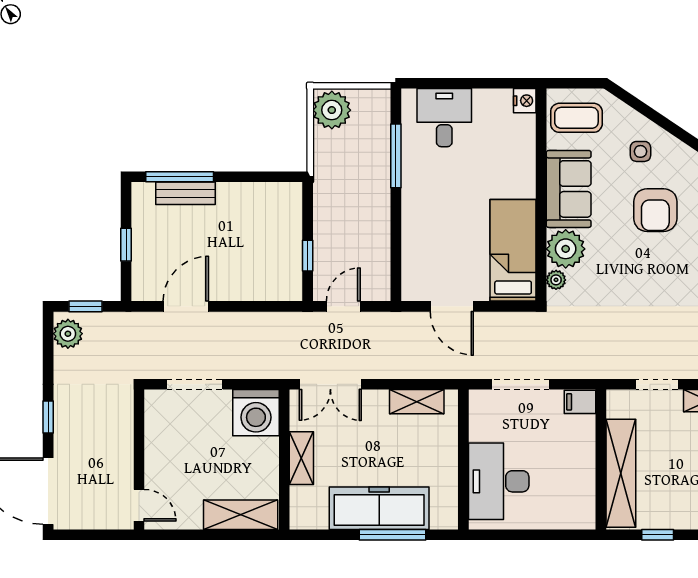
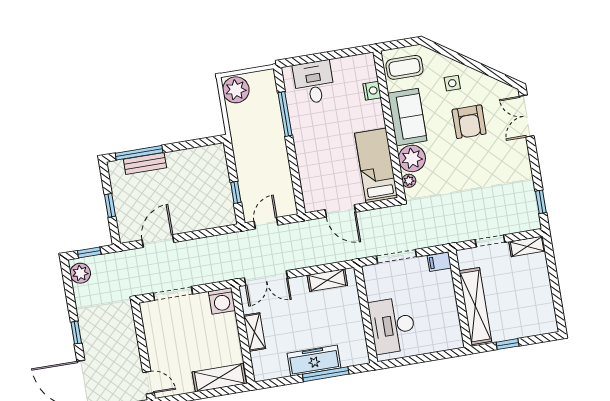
nightstand: (525, 101) -> (372, 91), moved
washing machine: (256, 413) -> (222, 301), width x0.73, depth x0.73
freezer: (379, 508) -> (314, 361), width x0.73, depth x0.79

